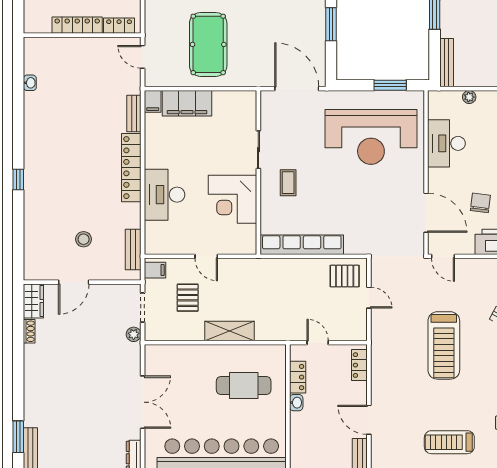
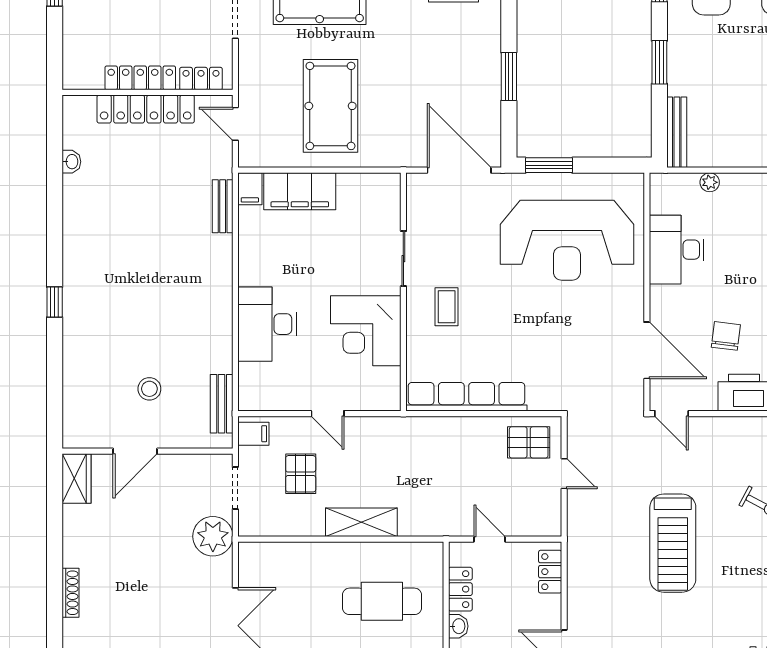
window: (390, 85) -> (549, 165), moved
locker: (131, 168) -> (146, 109), moved, turned -90
shoe rack: (29, 331) -> (71, 593), moved, width x1.43
plant: (134, 334) -> (213, 536), width x1.88, depth x1.88

